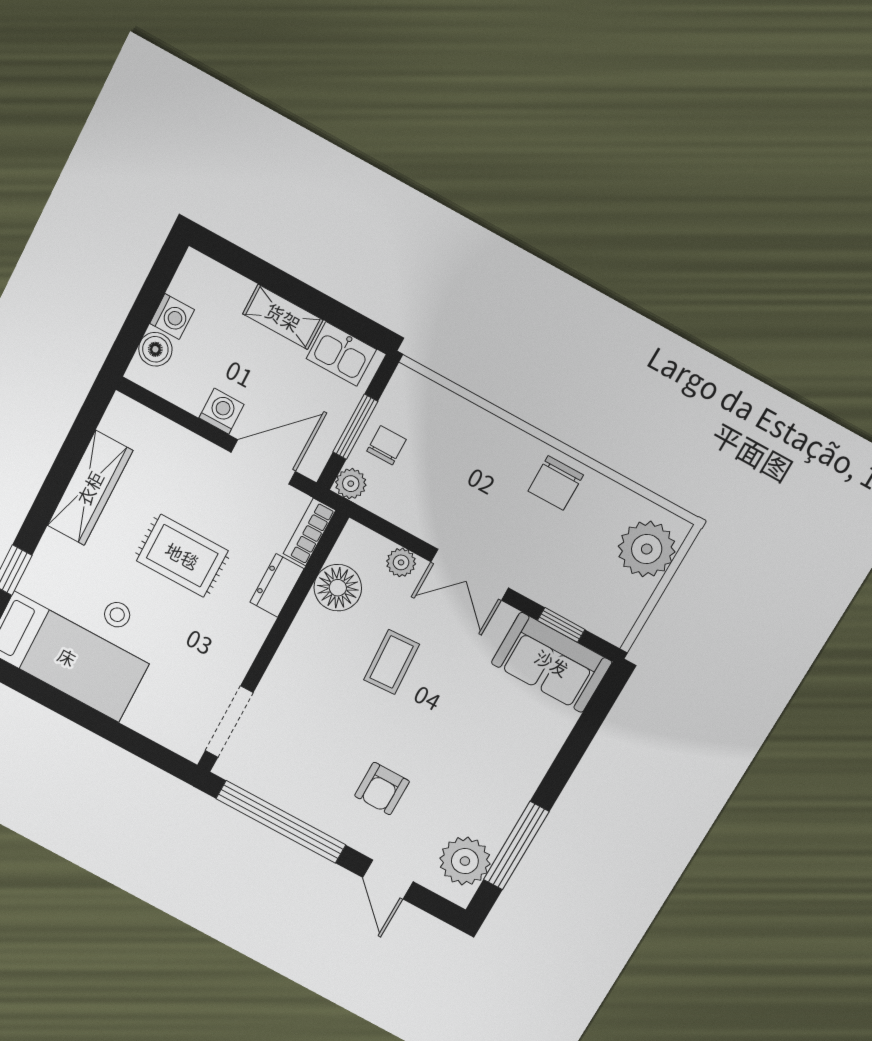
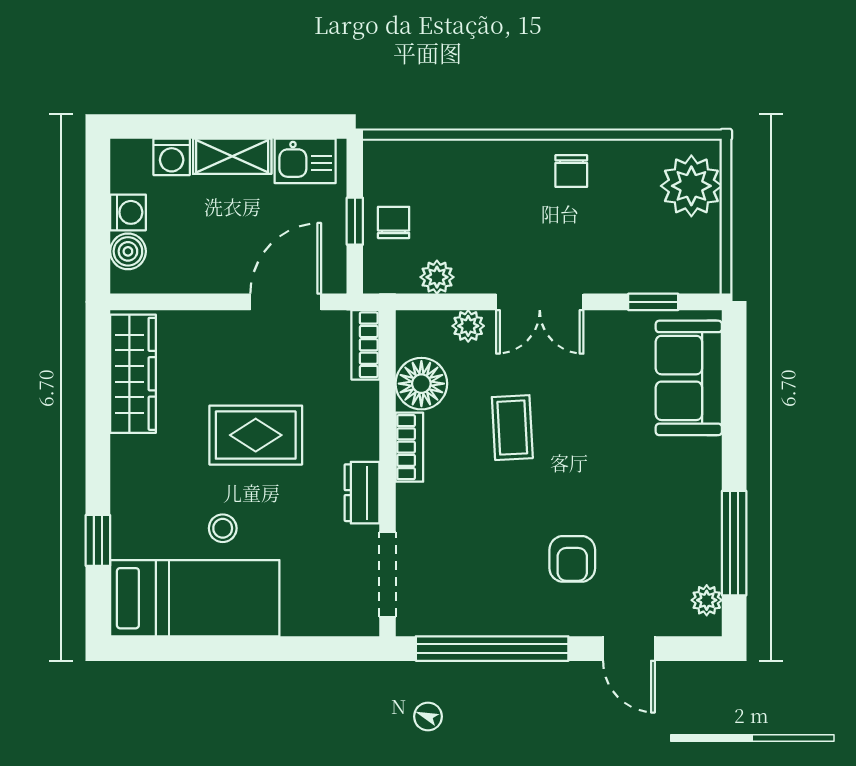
washing machine: (221, 411) -> (172, 157), moved, turned 180
window: (355, 427) -> (355, 221), width x0.67
chair: (556, 483) -> (571, 171), width x0.73, depth x0.73
plant: (351, 484) -> (437, 277), moved
wardrobe: (90, 488) -> (133, 374), moved
dresser: (277, 585) -> (362, 493), moved
bookcase: (301, 632) -> (409, 447), added
sofa: (552, 663) -> (689, 378), moved, turned 90
plant: (465, 861) -> (707, 600), width x0.53, depth x0.53

